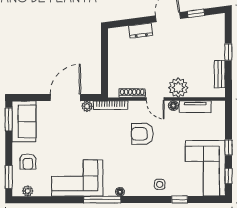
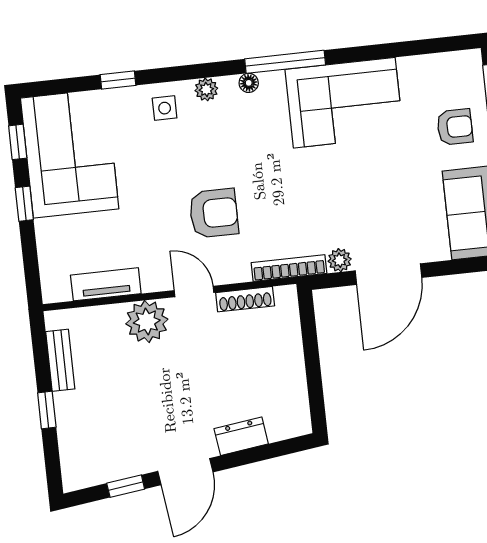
floor lamp: (173, 106) -> (153, 281), removed
armchair: (28, 162) -> (455, 127), turned 90
plant: (28, 191) -> (206, 89), moved

